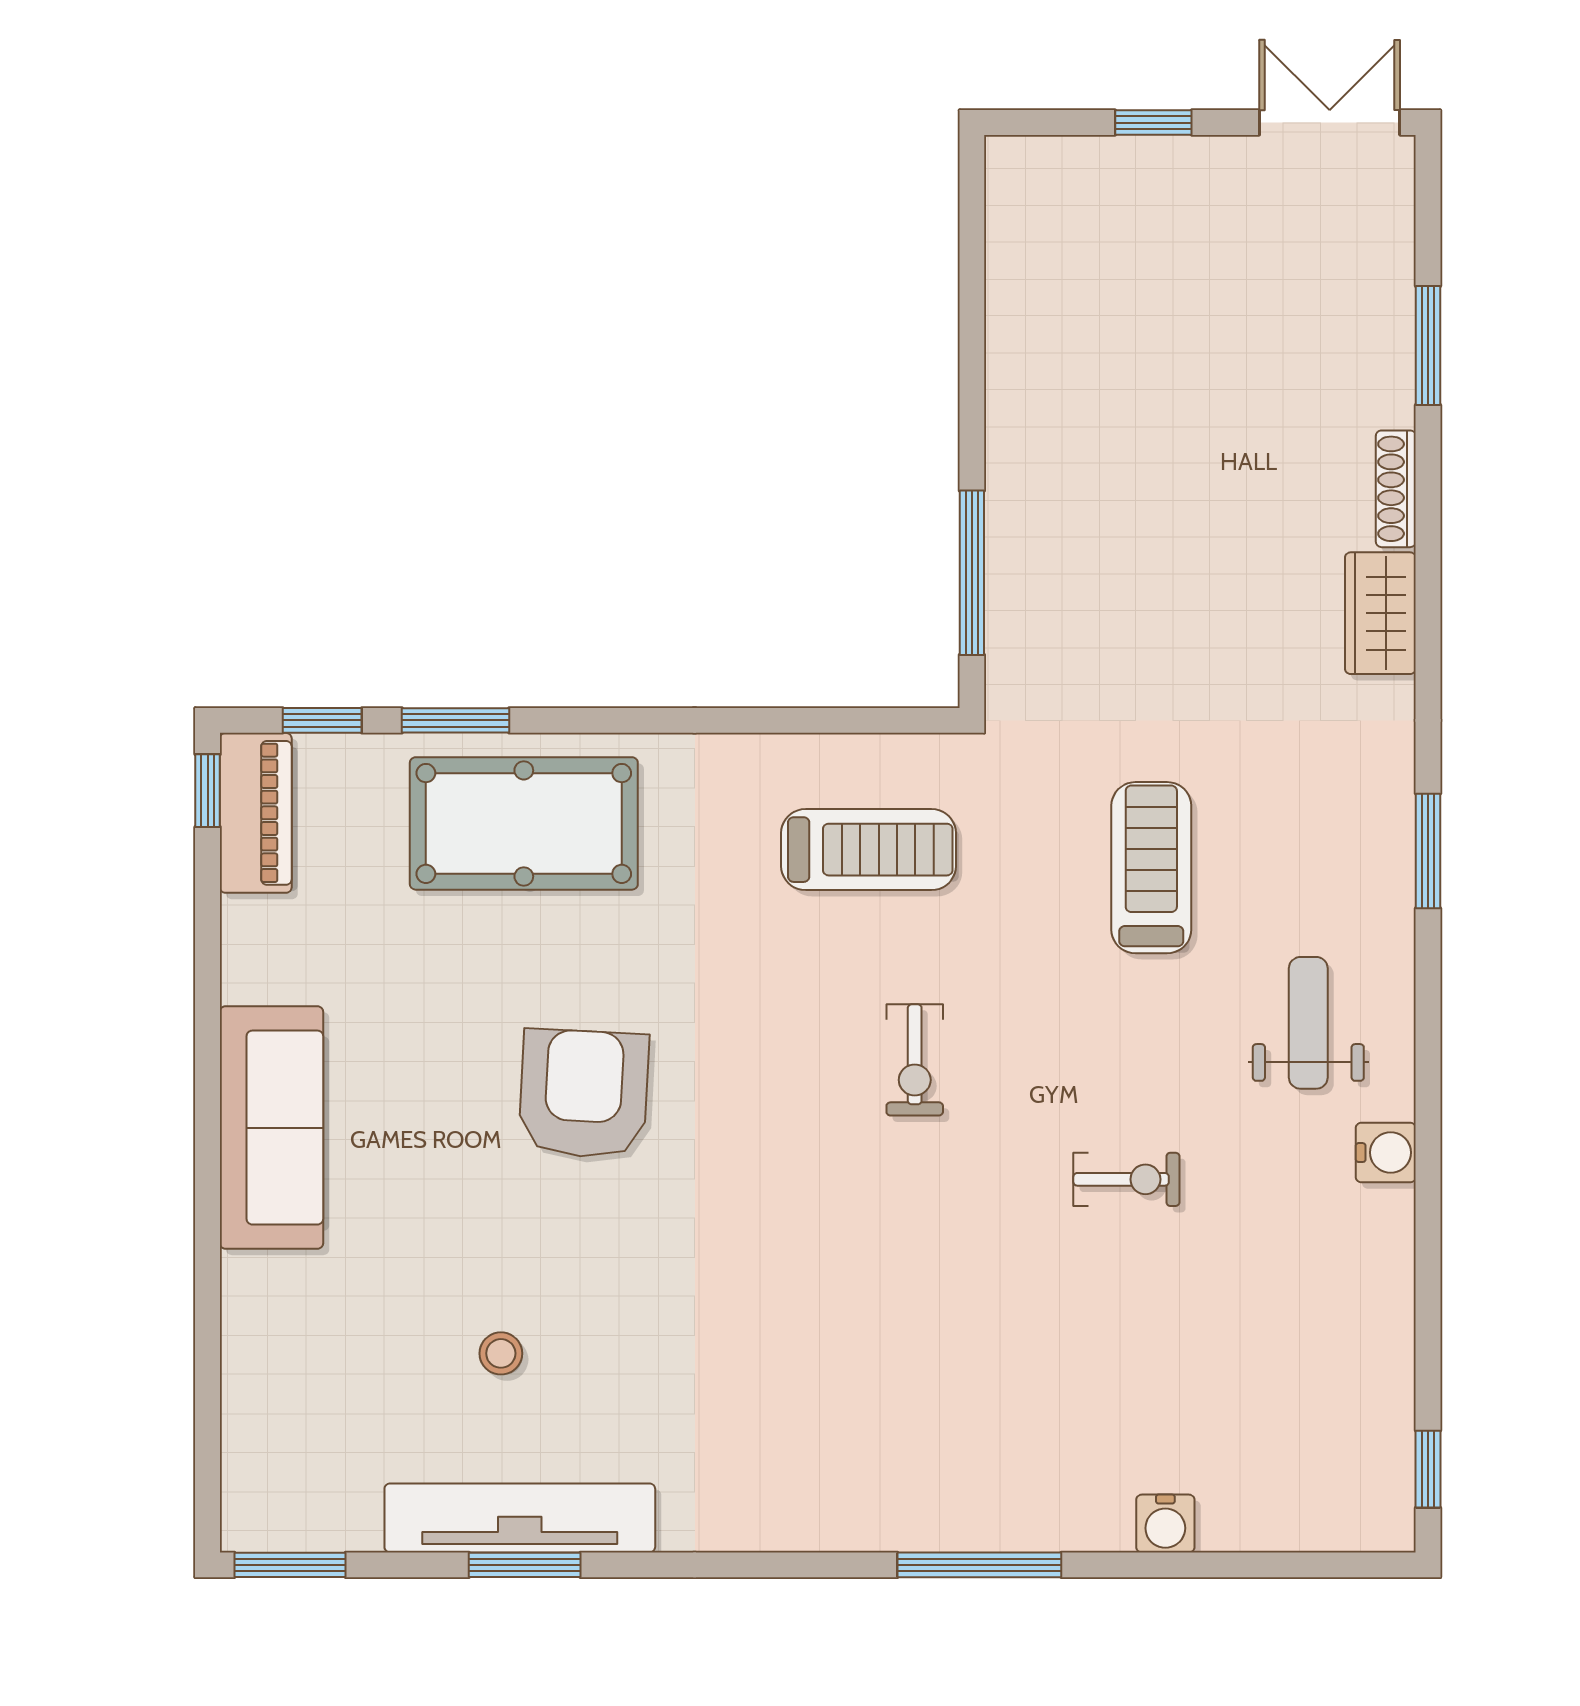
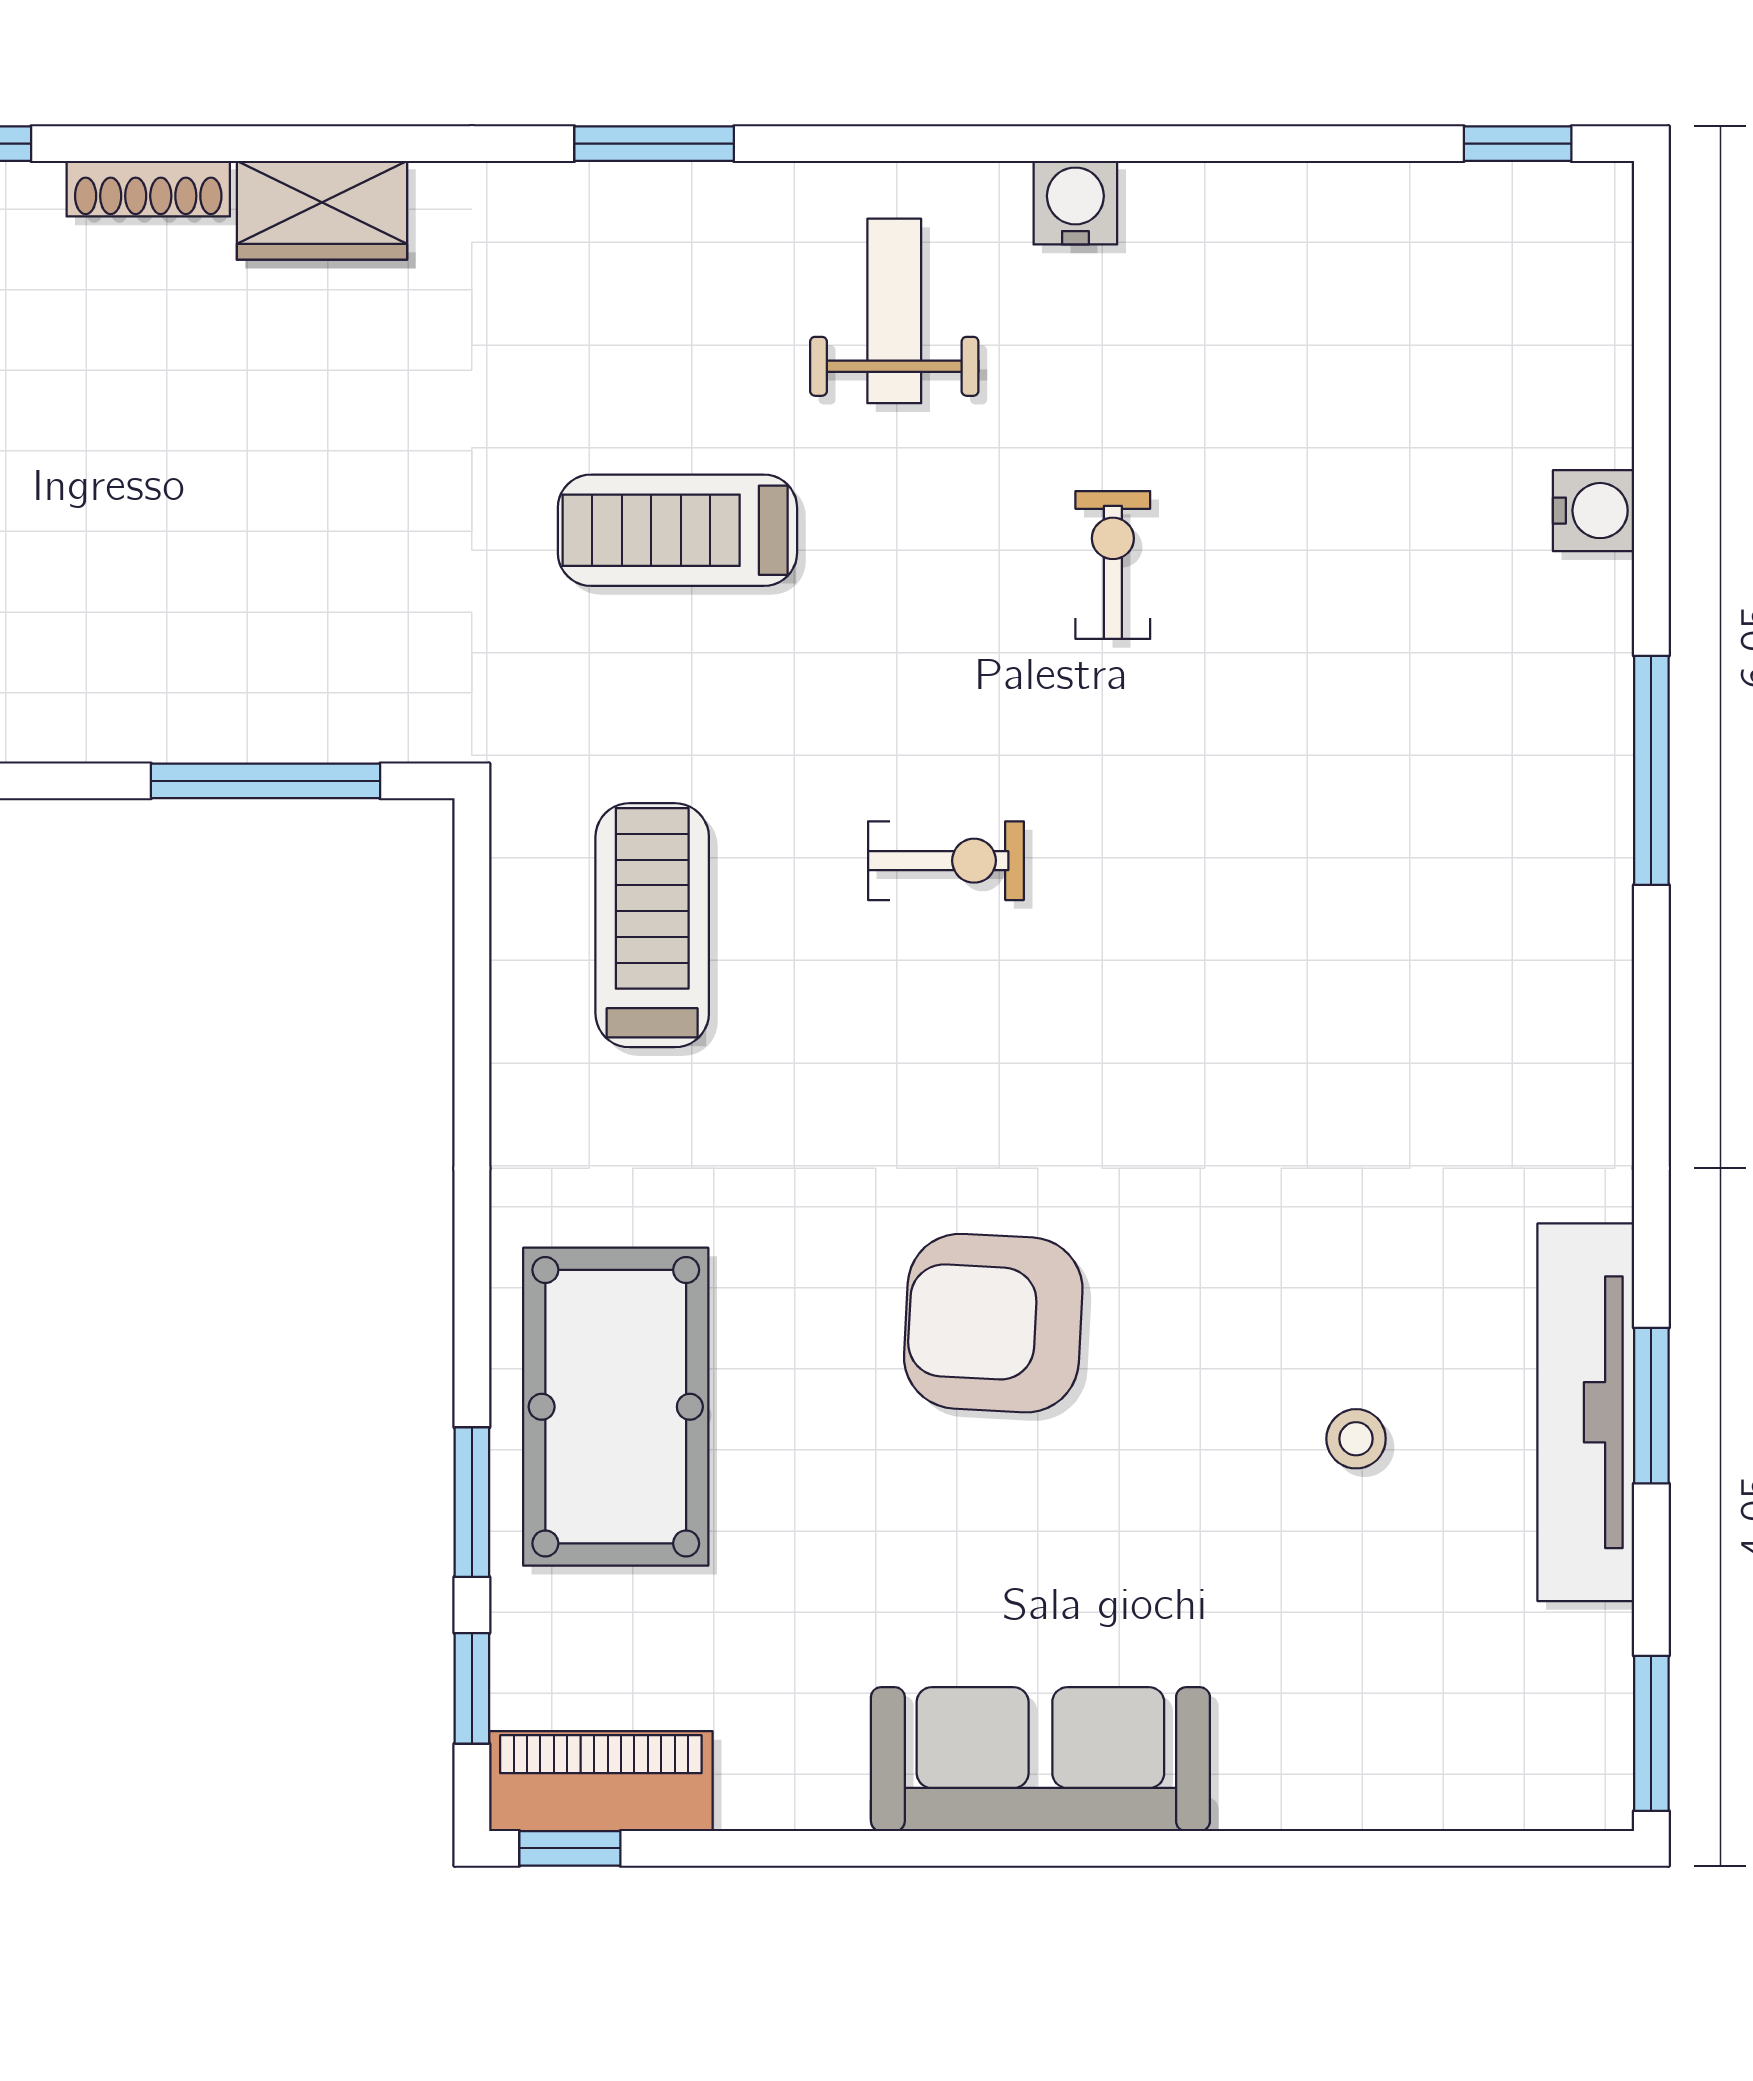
weight bench: (1308, 1023) -> (894, 311), turned 90

